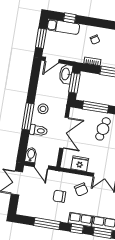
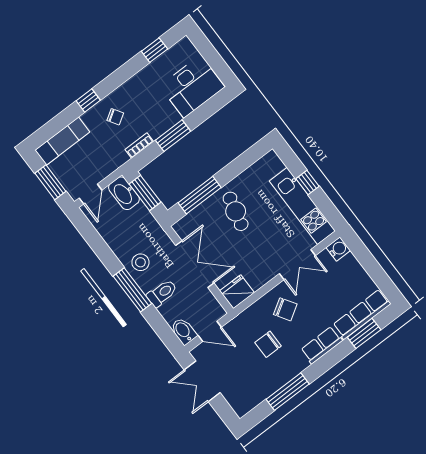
window: (70, 18) -> (88, 101), moved
fridge: (80, 164) -> (237, 292), moved
window: (77, 229) -> (329, 360), removed

